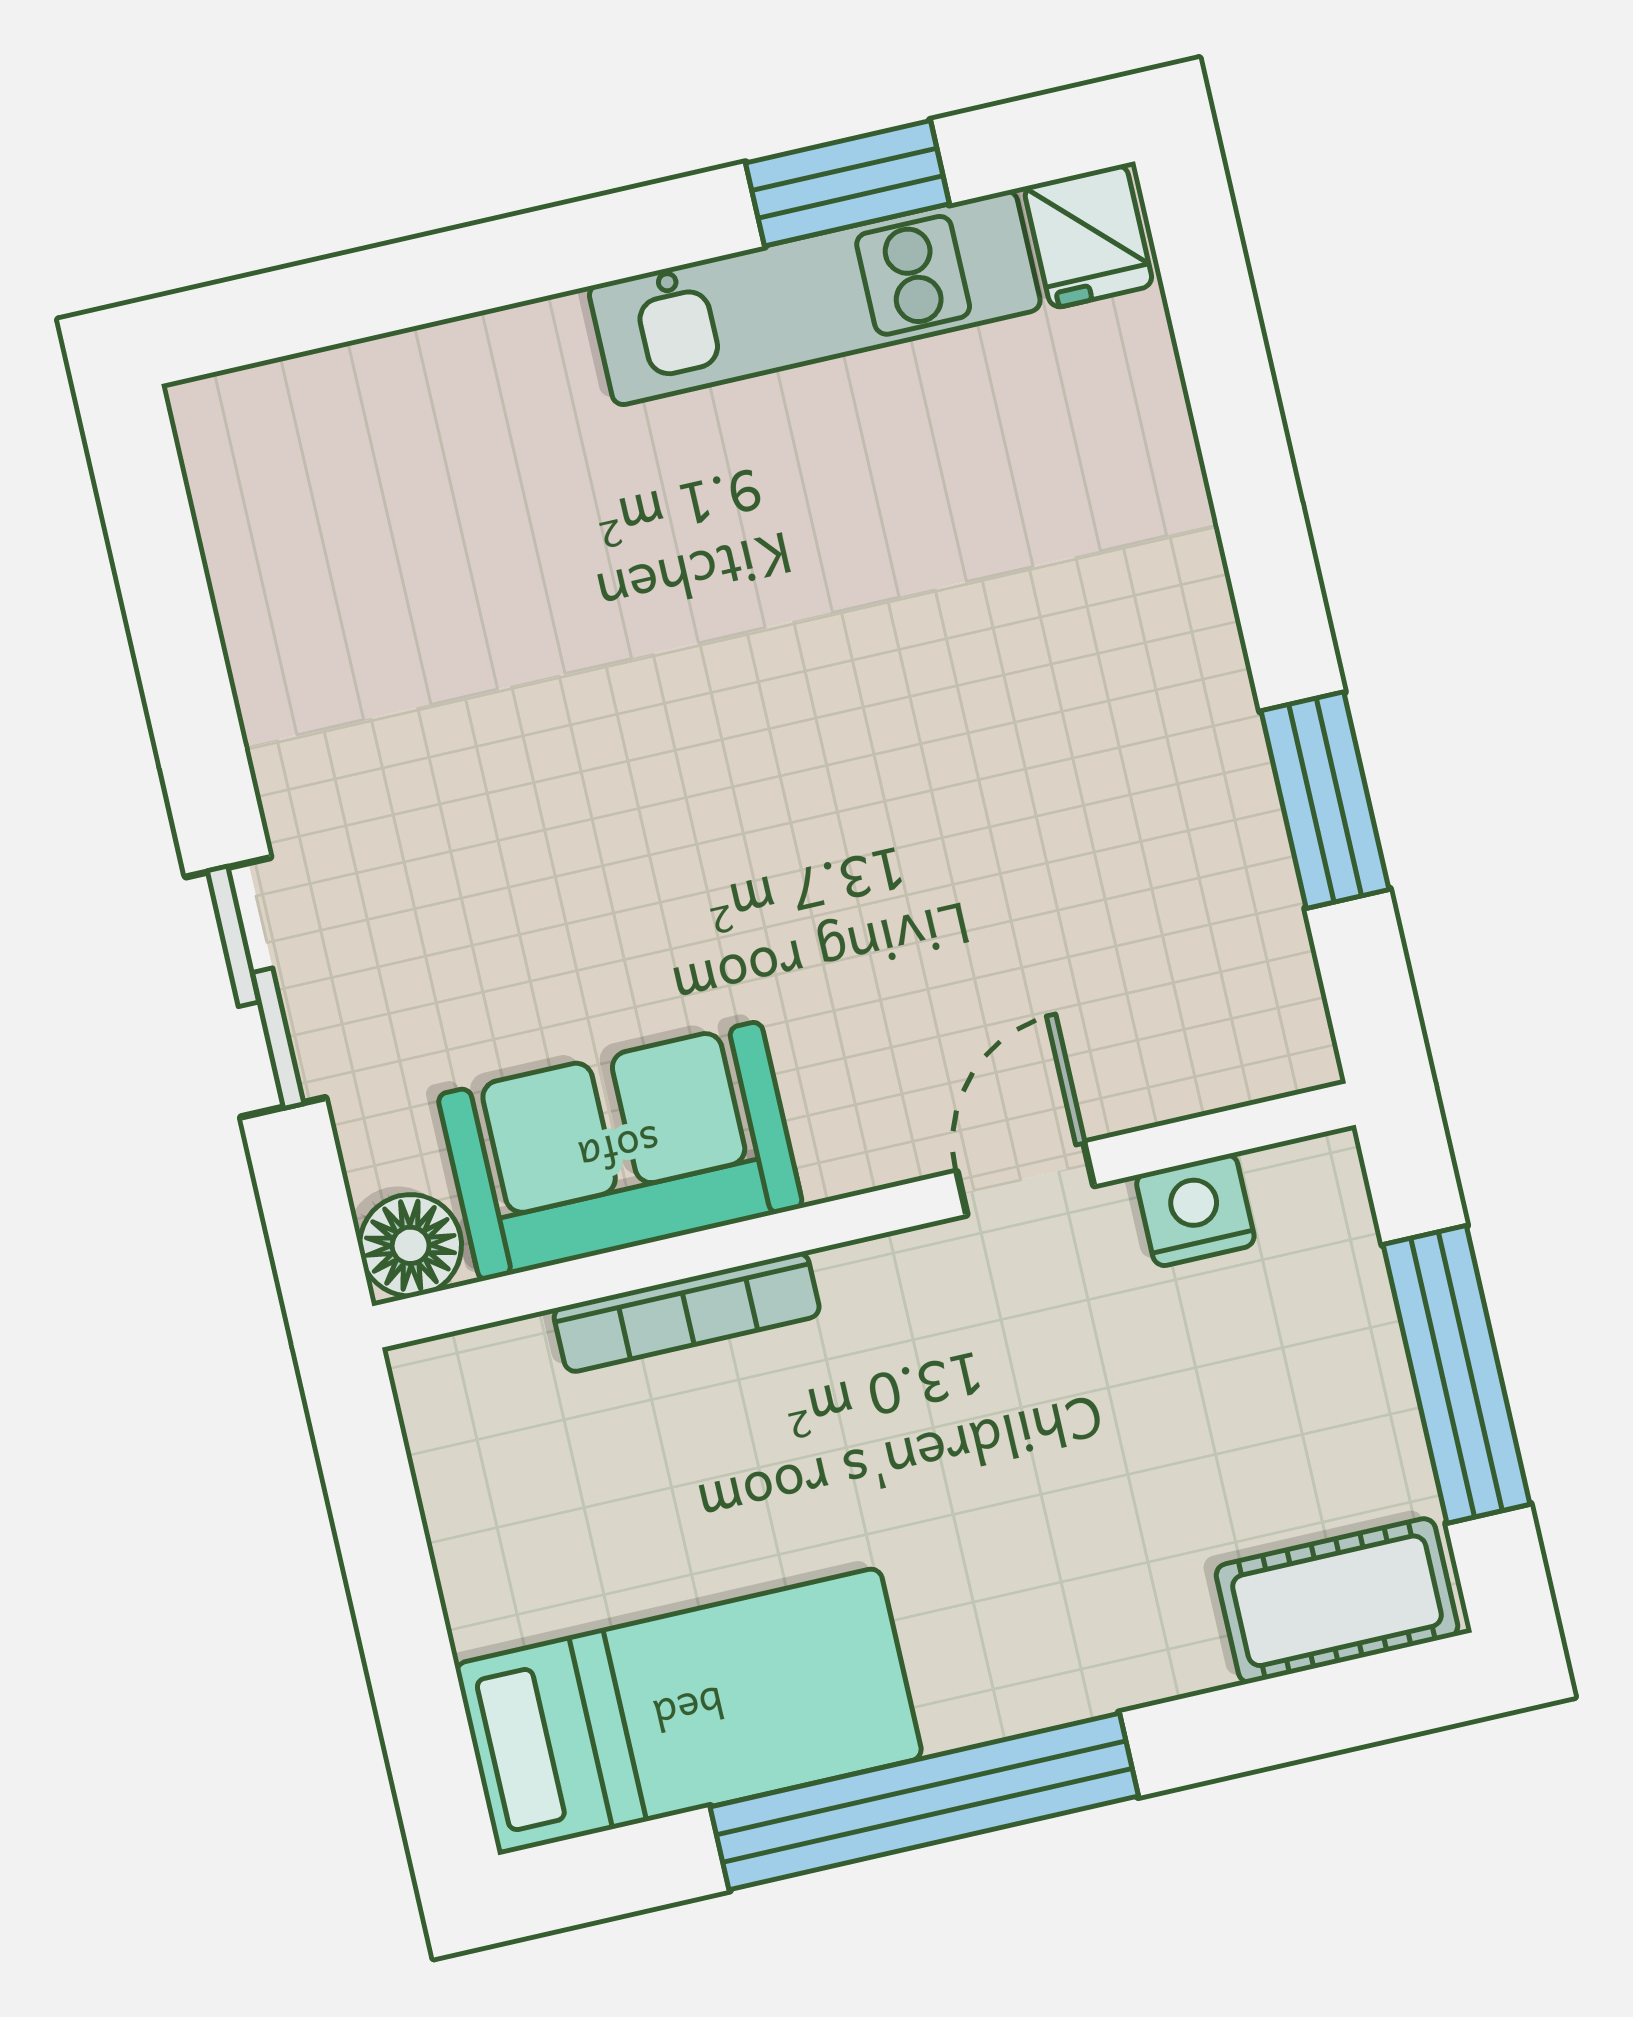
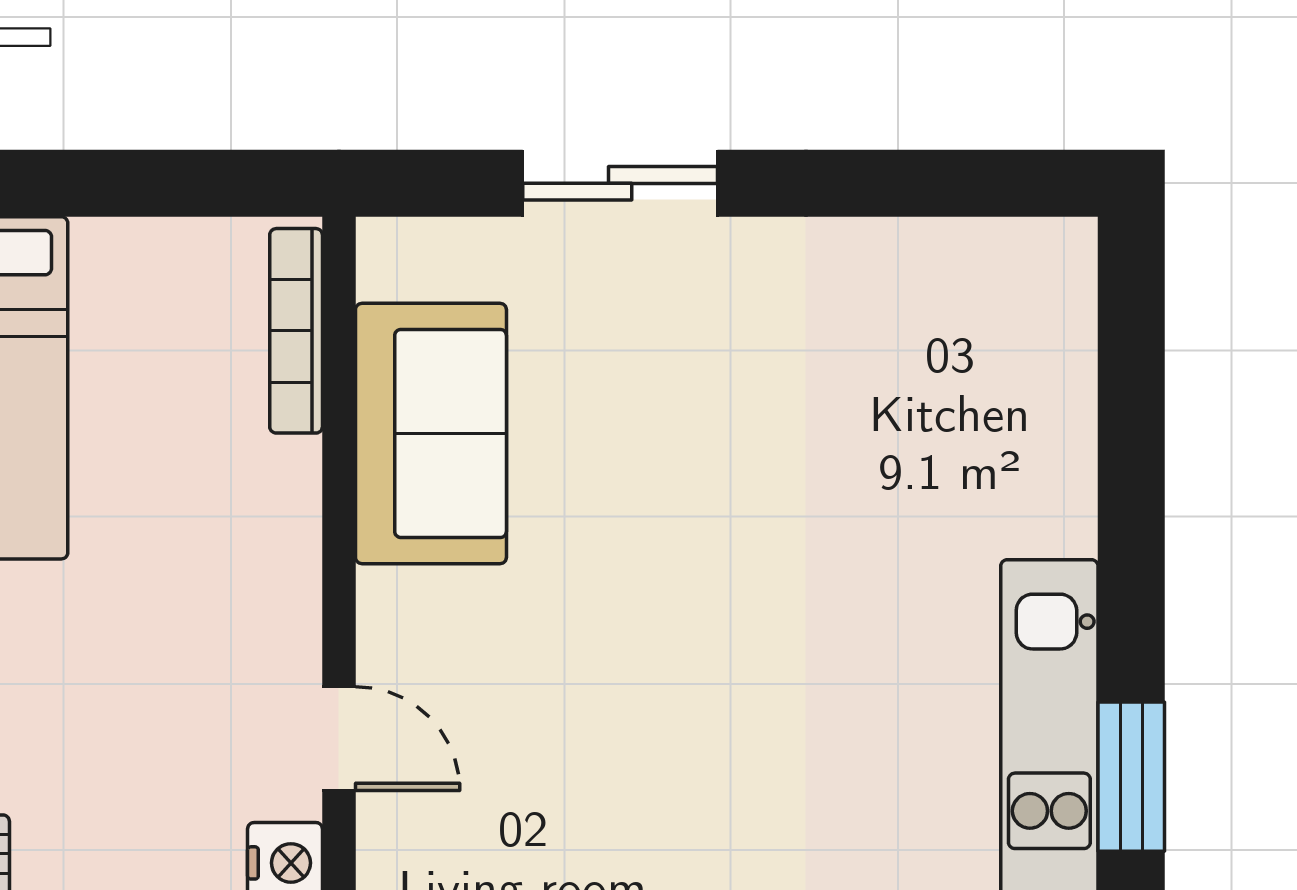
floor lamp: (411, 1245) -> (396, 257), removed
bookcase: (687, 1312) -> (296, 331), moved

